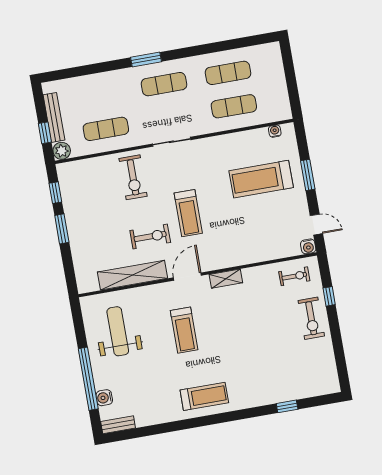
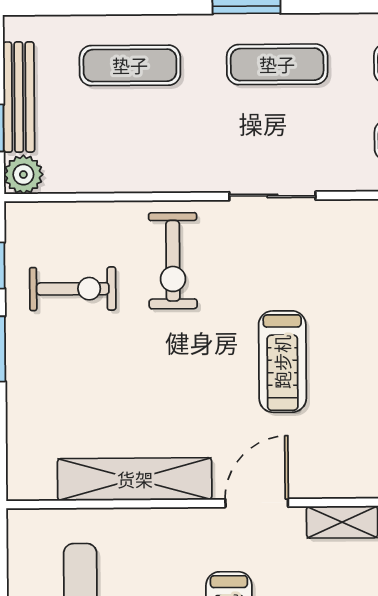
exercise mat: (106, 129) -> (130, 65), moved
exercise bike: (150, 237) -> (73, 289), moved

